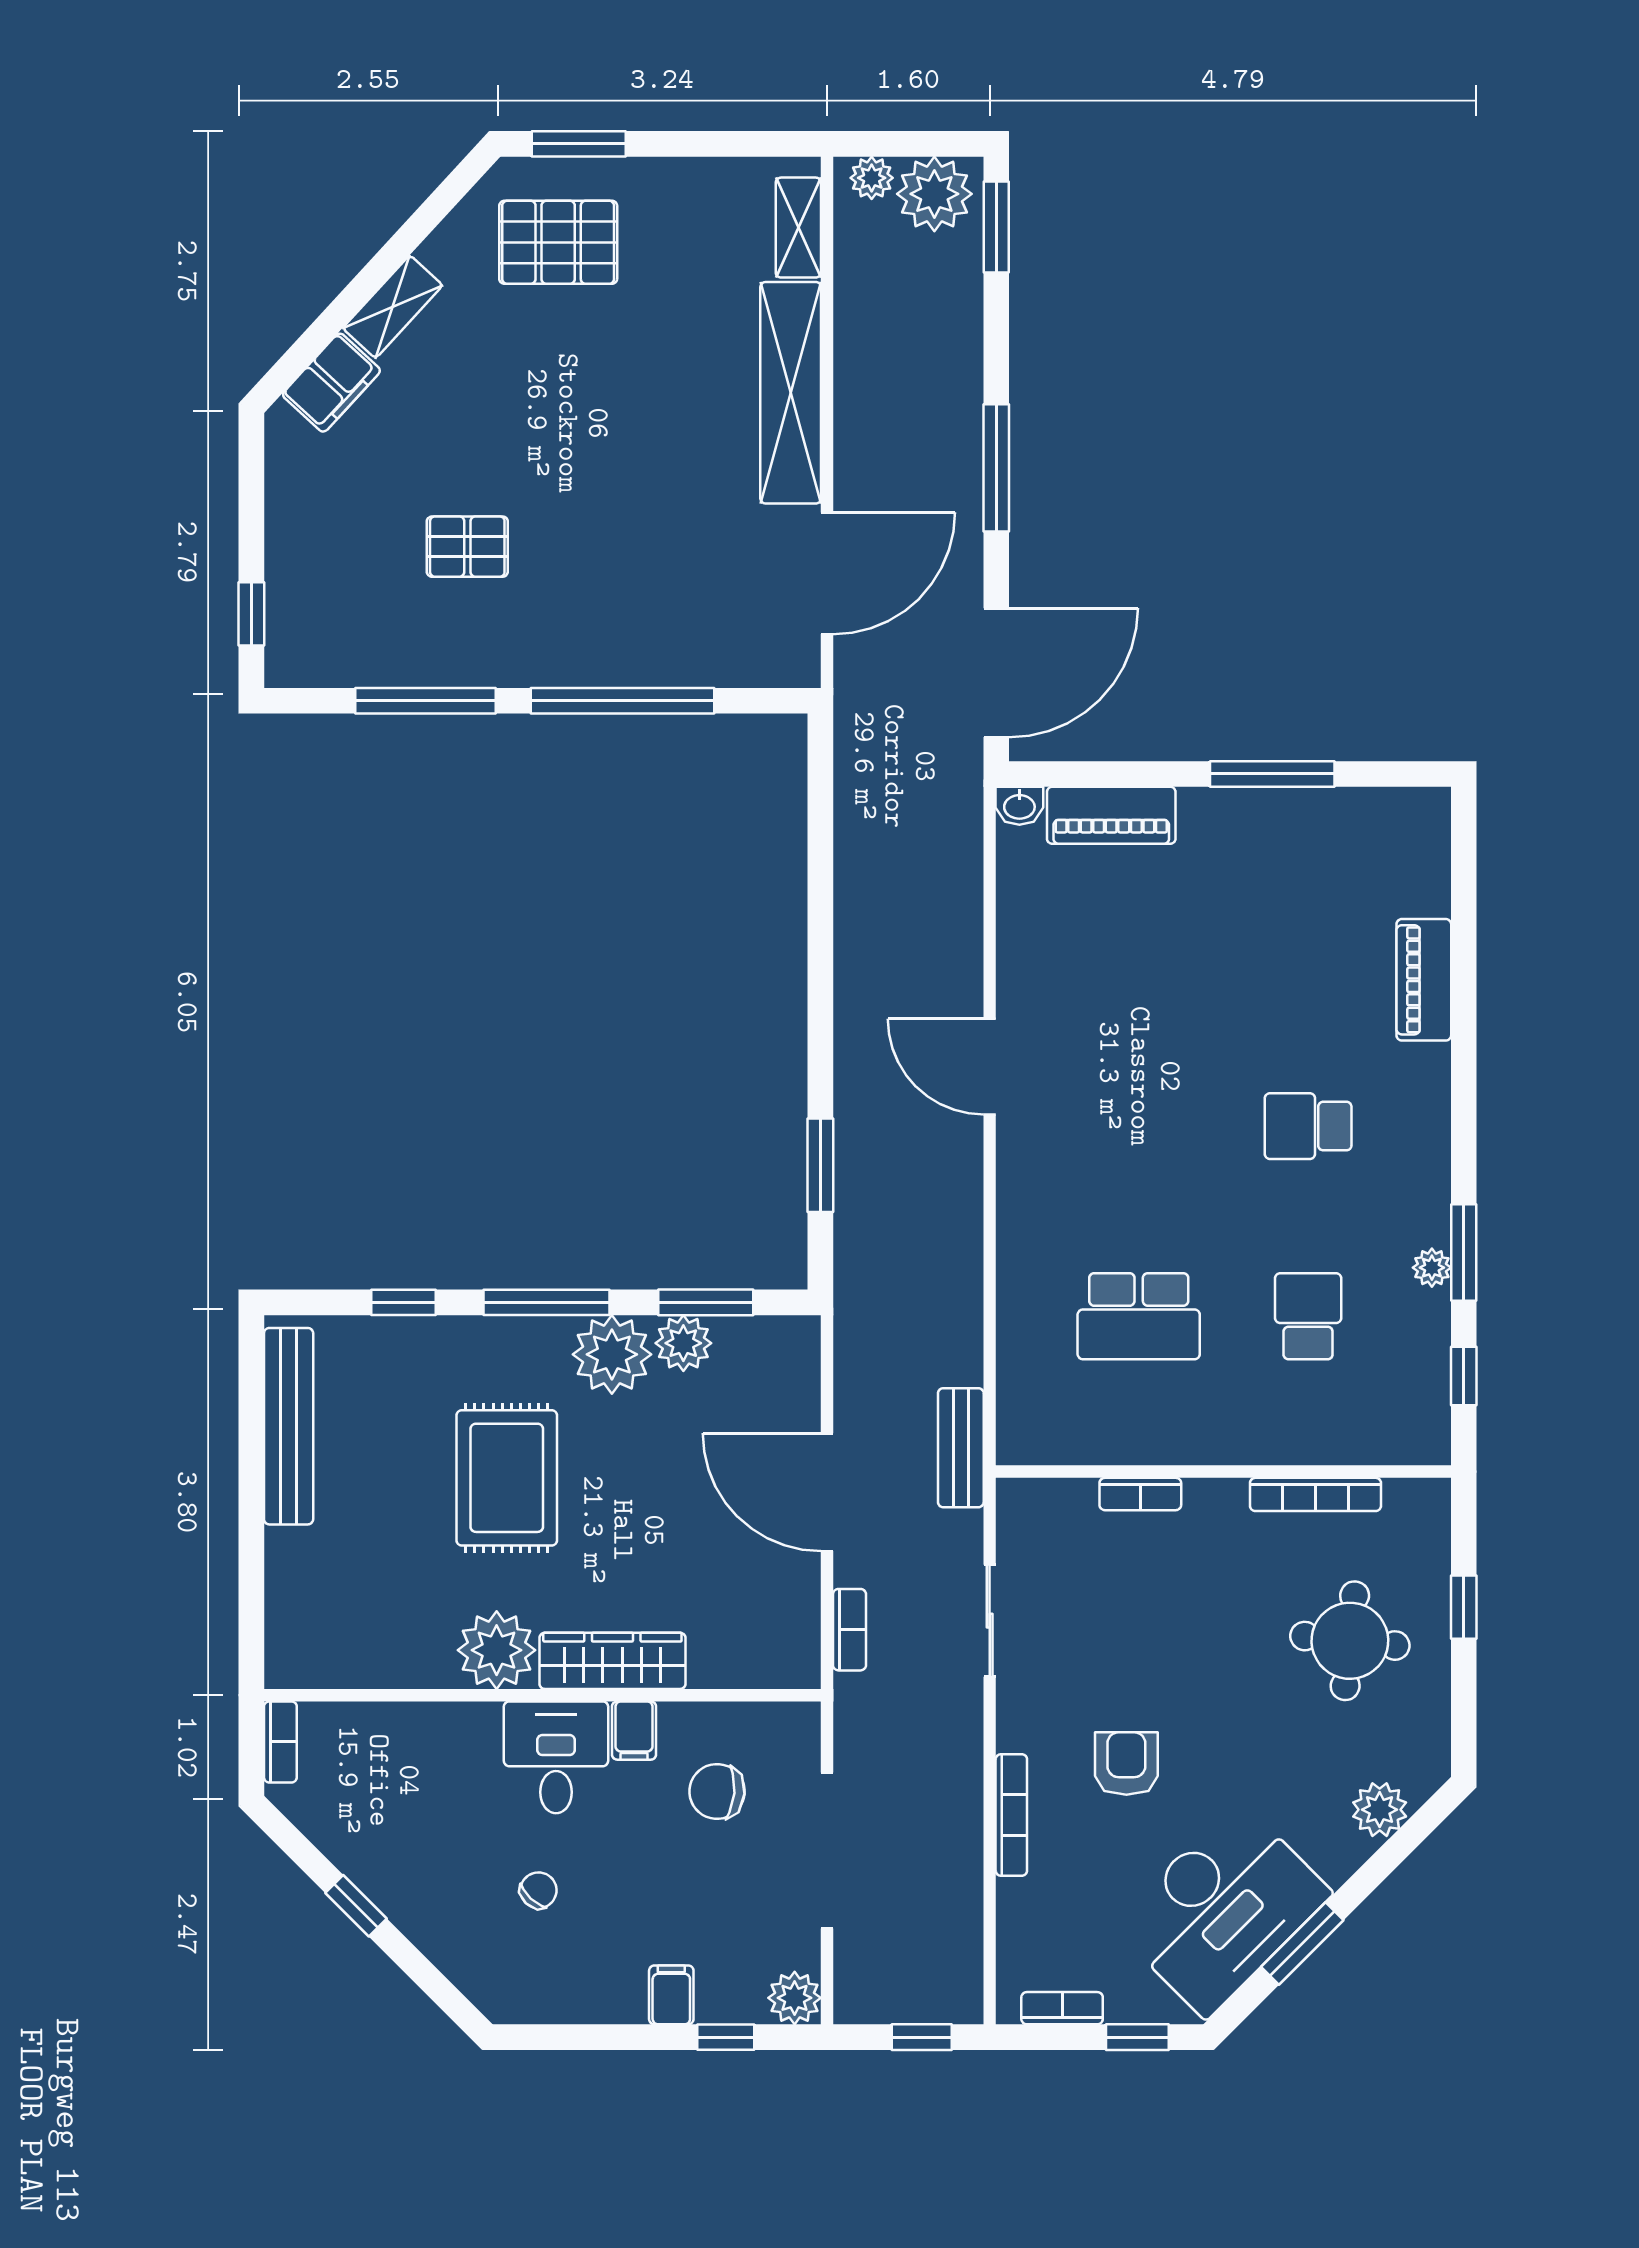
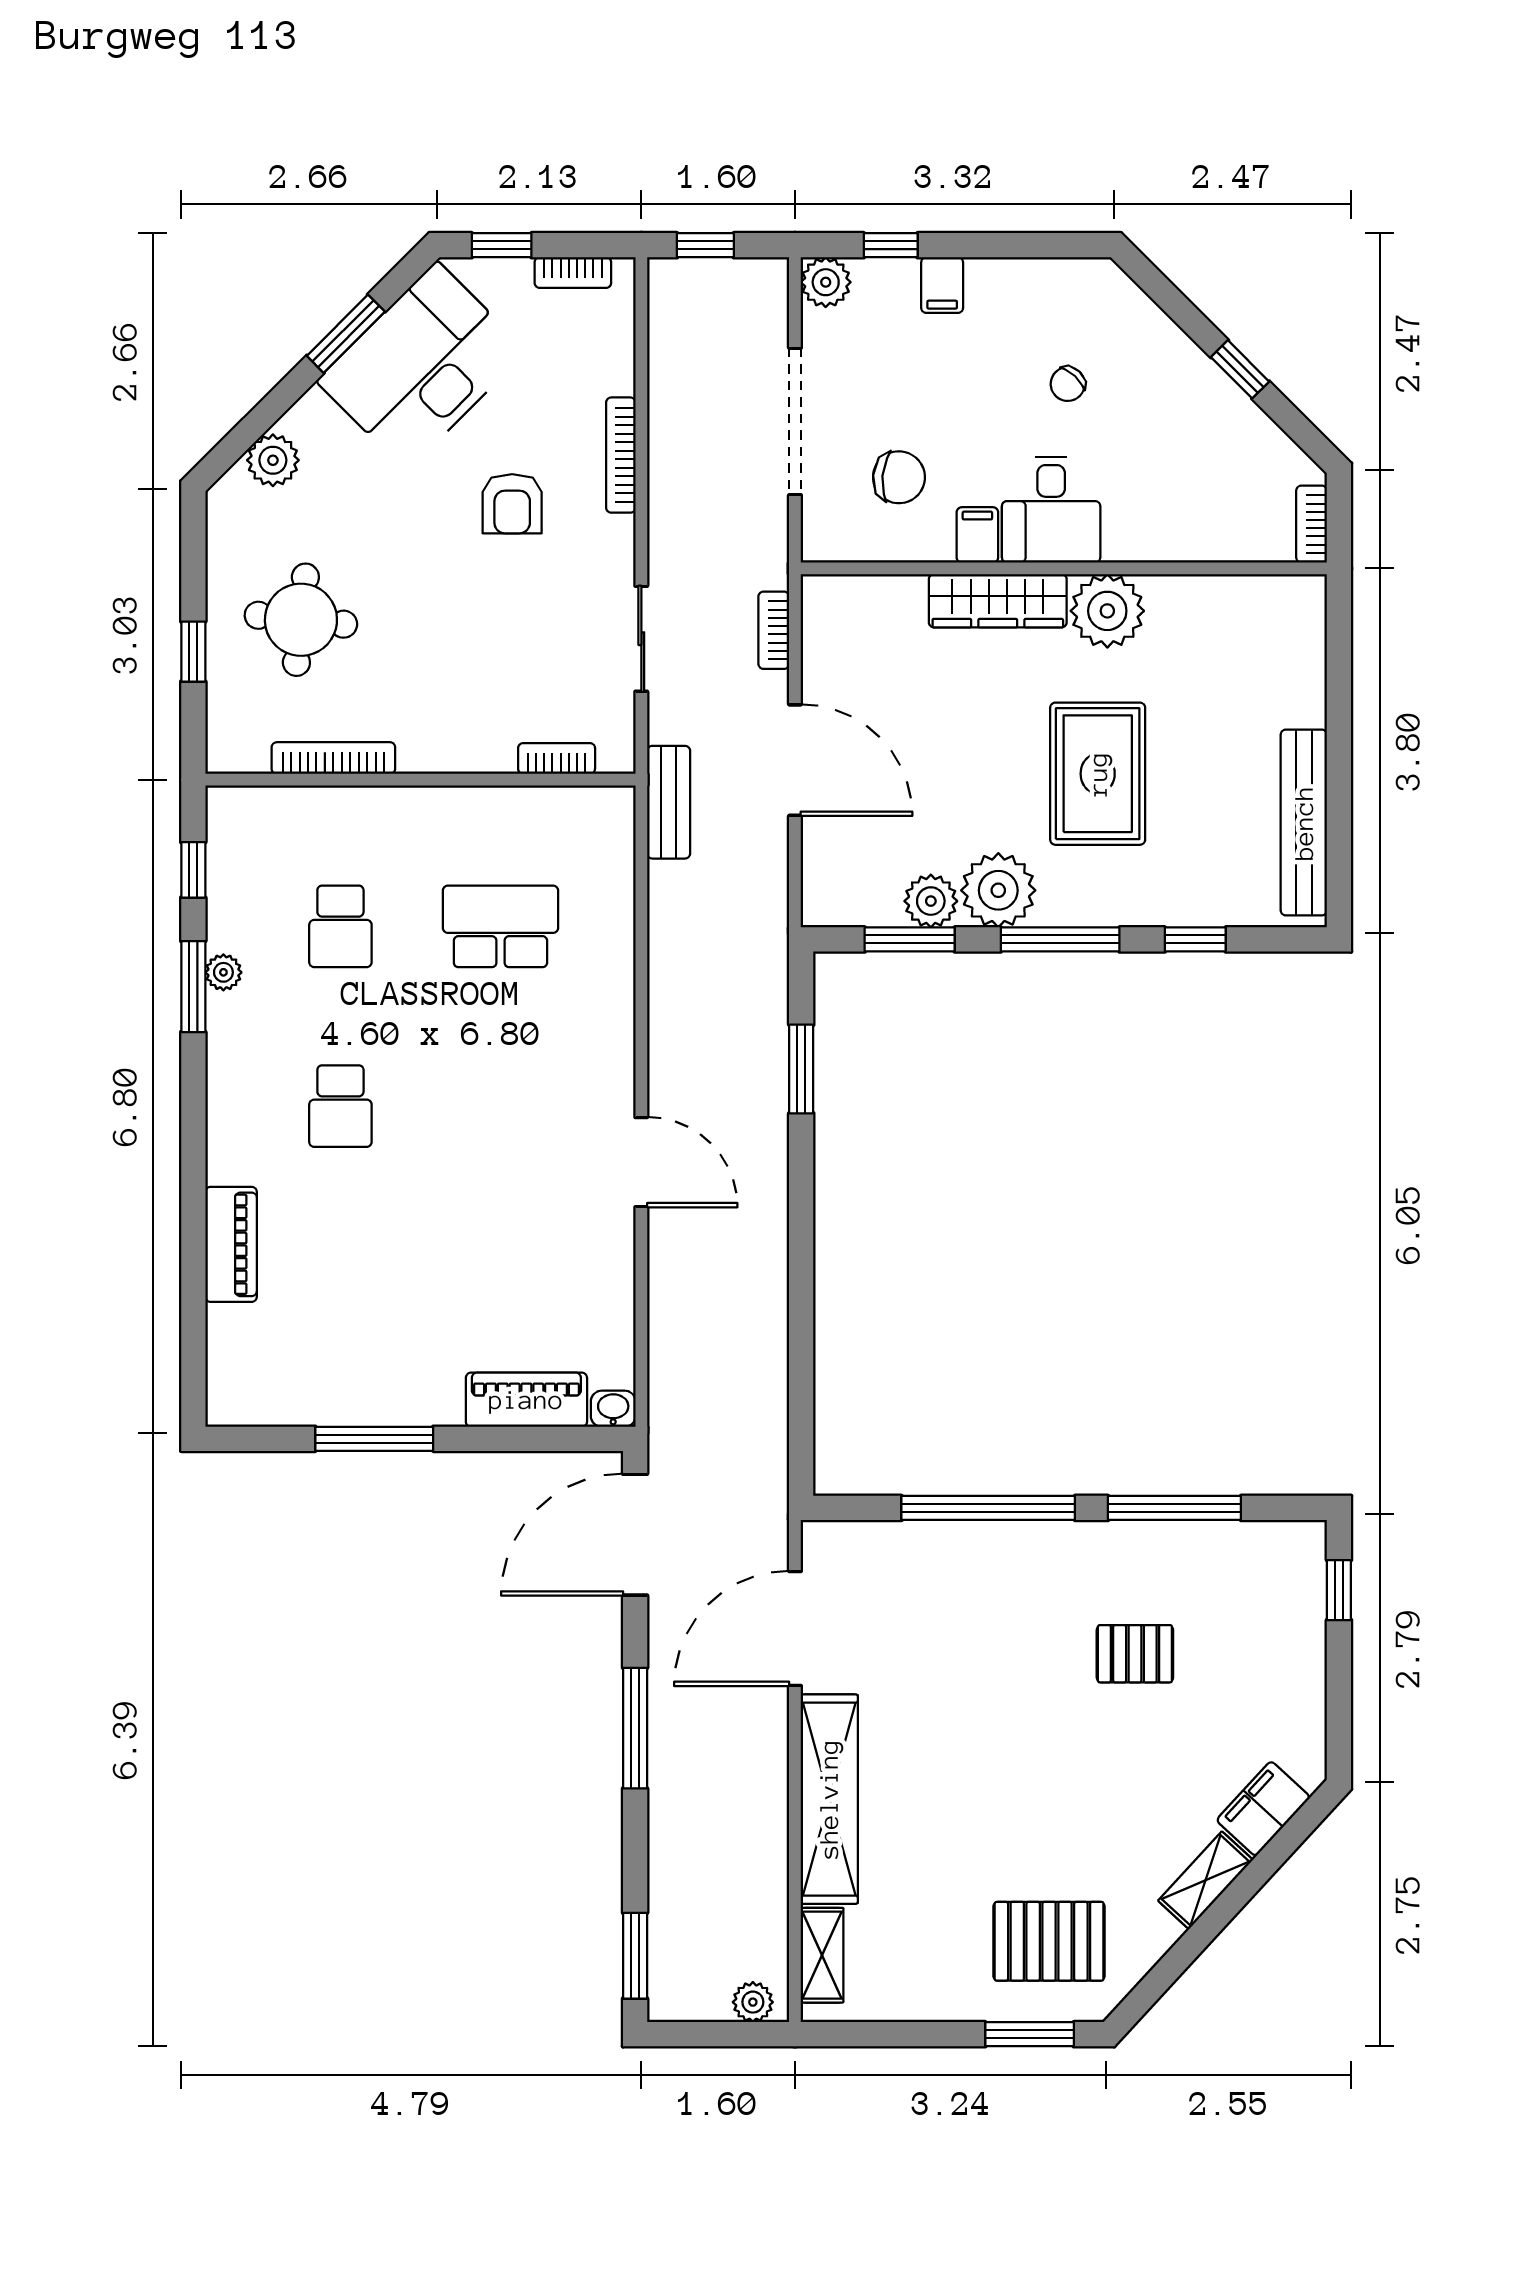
plant: (934, 194) -> (694, 1987), removed
school desk: (1308, 1126) -> (340, 1106), turned 90
bookcase: (1140, 1494) -> (557, 758), moved

